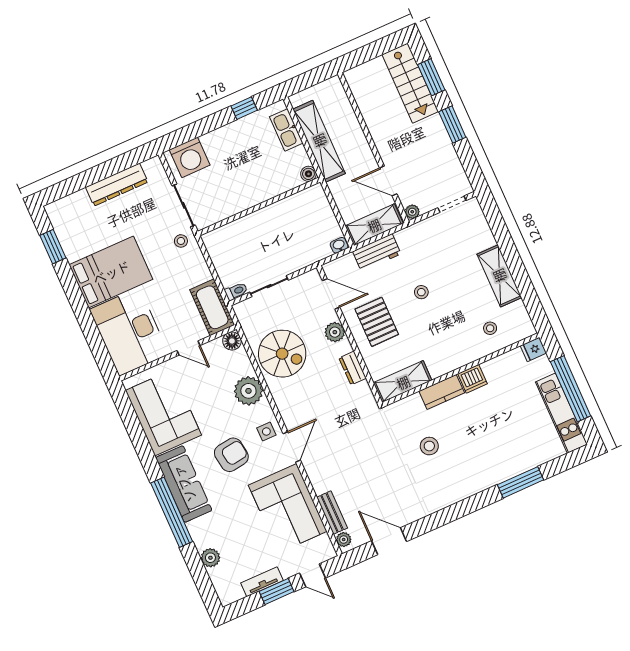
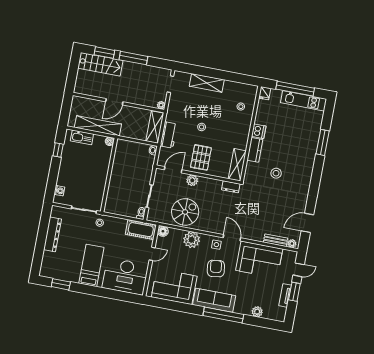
window: (452, 124) -> (133, 58), width x1.44
washing machine: (190, 157) -> (59, 191), width x0.53, depth x0.53
door: (388, 181) -> (114, 102), moved
bed: (111, 272) -> (91, 265), width x0.67
shelving: (499, 276) -> (207, 83), moved
pallet: (377, 322) -> (201, 157), turned 90
dresser: (353, 368) -> (231, 187), moved

